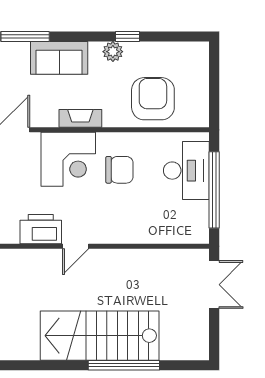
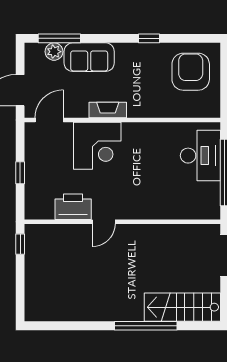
plant: (113, 52) -> (54, 52), moved
armchair: (153, 99) -> (191, 72), moved
chair: (119, 170) -> (142, 155), removed
stairs: (100, 336) -> (182, 307), moved, width x0.73, depth x0.66

